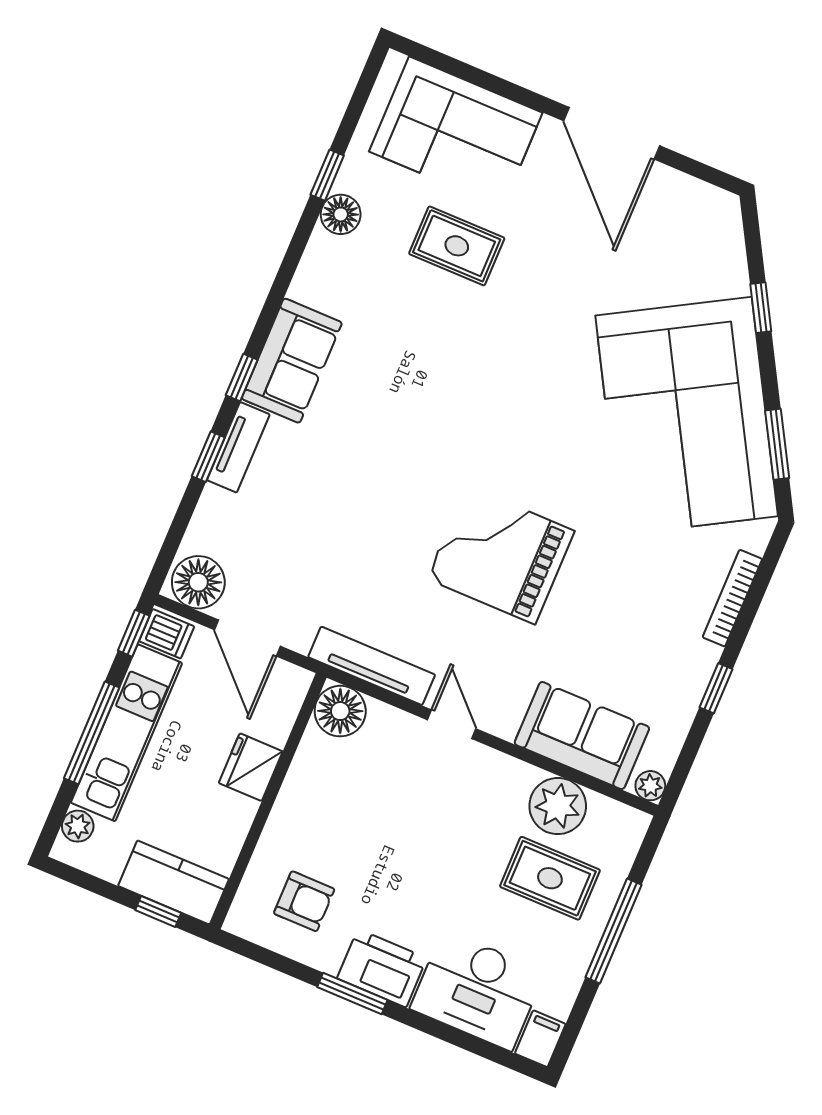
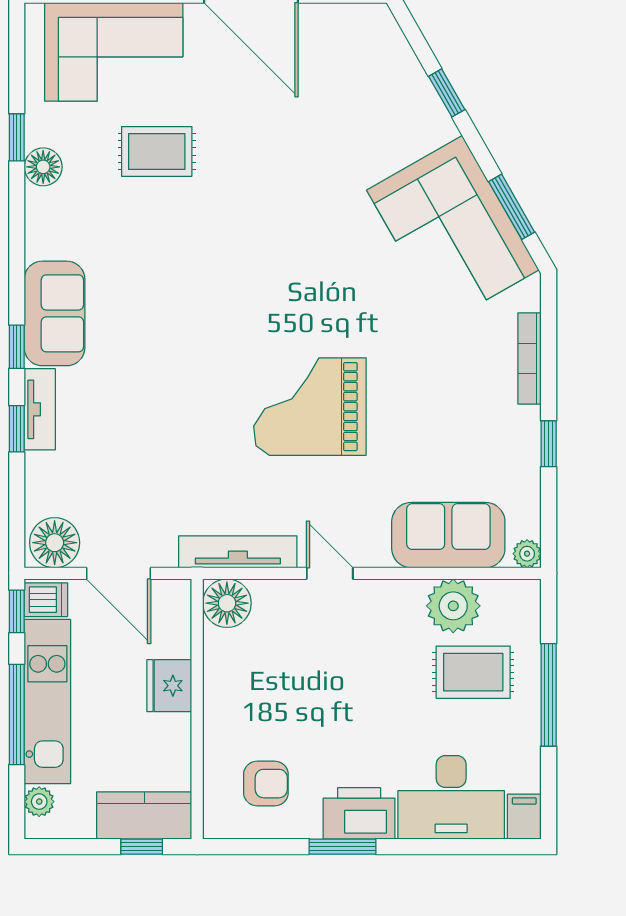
corner sofa: (687, 416) -> (453, 230), width x0.73, depth x0.74

